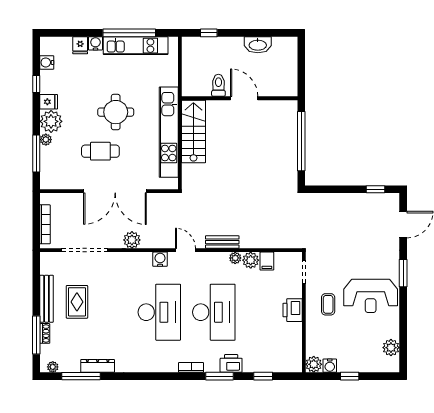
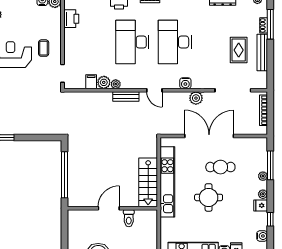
door: (244, 98) -> (109, 208), swing flipped
plant: (51, 121) -> (263, 194), width x0.53, depth x0.53
water cooler: (160, 259) -> (185, 83), moved
printer: (293, 310) -> (71, 19), moved

